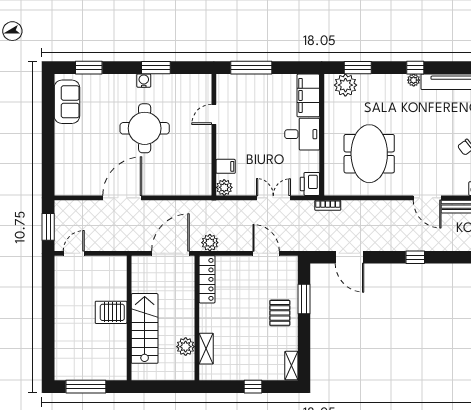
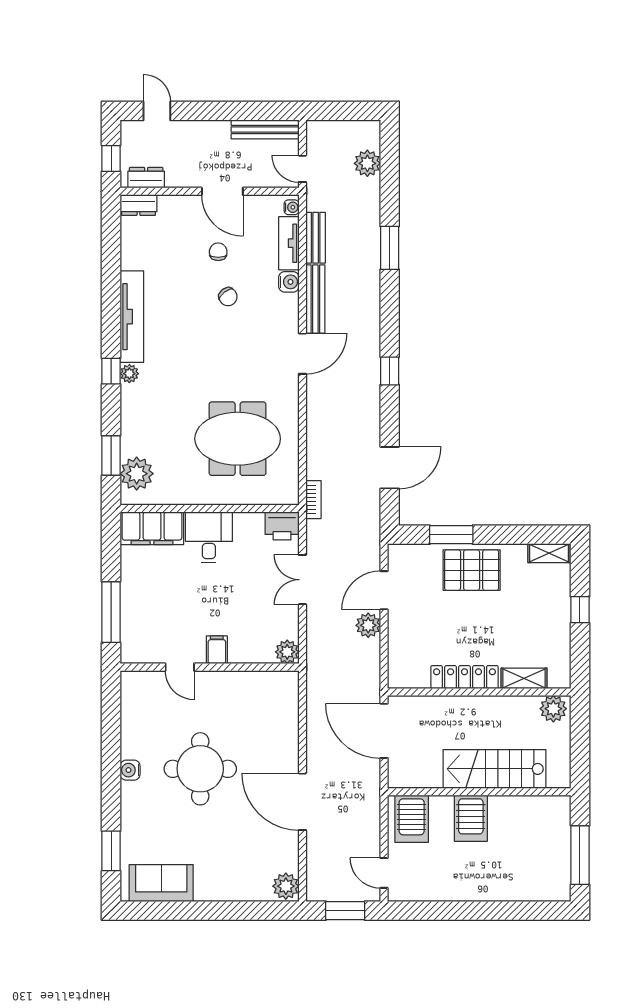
window: (156, 68) -> (111, 752), removed
filing cabinet: (226, 166) -> (217, 650), moved
plant: (65, 187) -> (286, 886), added
plant: (210, 243) -> (368, 625), moved
server rack: (111, 272) -> (412, 819), added
locker: (207, 279) -> (464, 677), moved
pallet: (280, 313) -> (472, 570), width x1.50, depth x1.42
plant: (186, 347) -> (553, 709), moved

